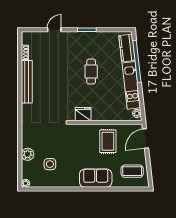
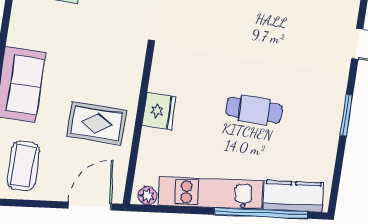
fridge: (83, 114) -> (159, 111), moved
door: (145, 139) -> (90, 206), hinge flipped

